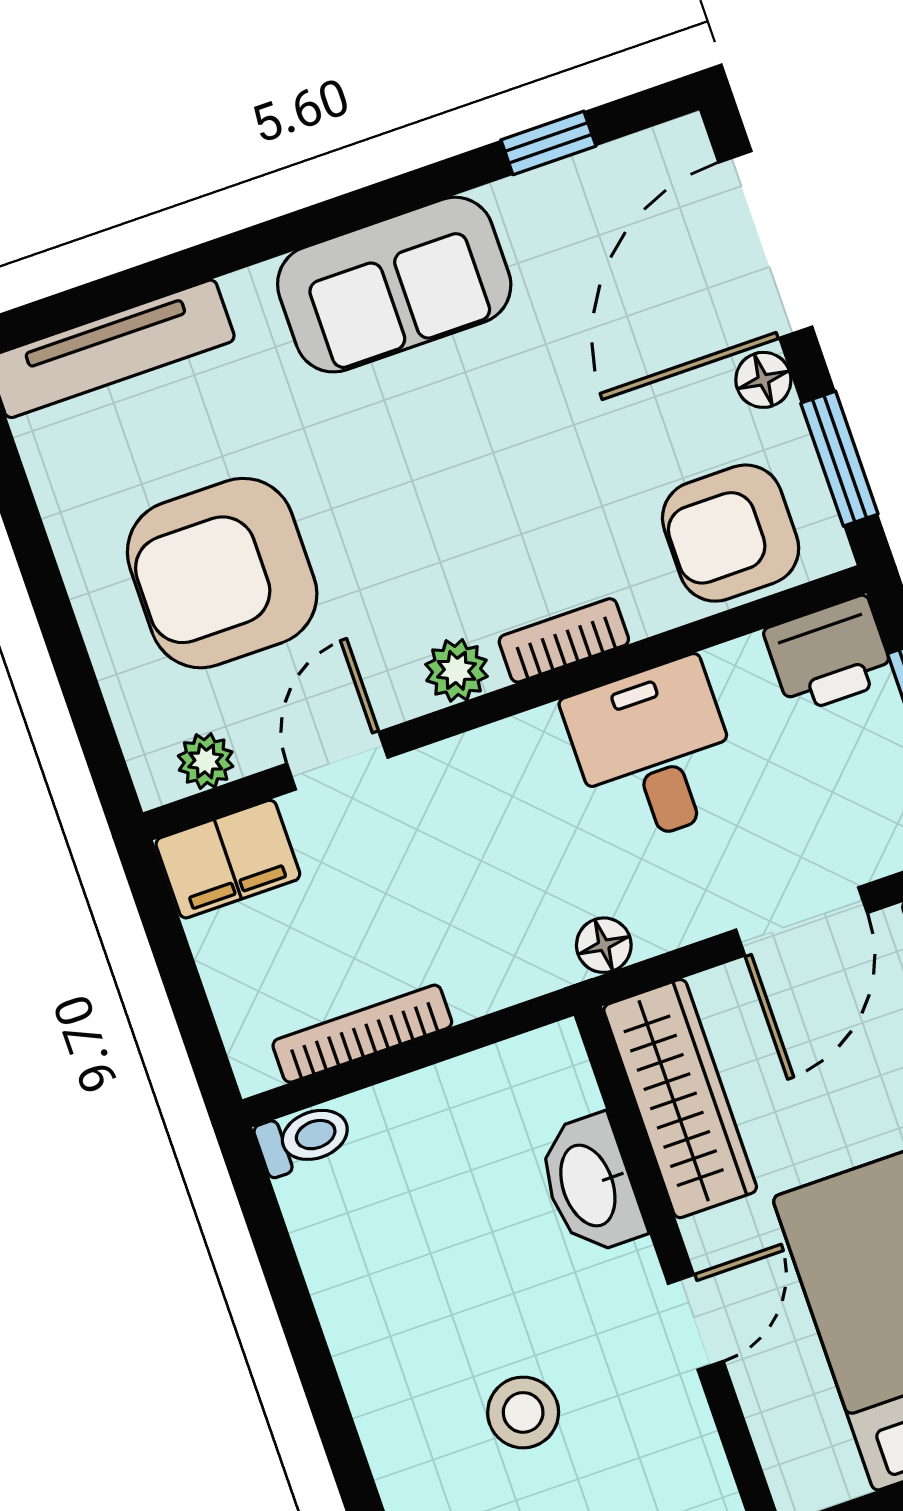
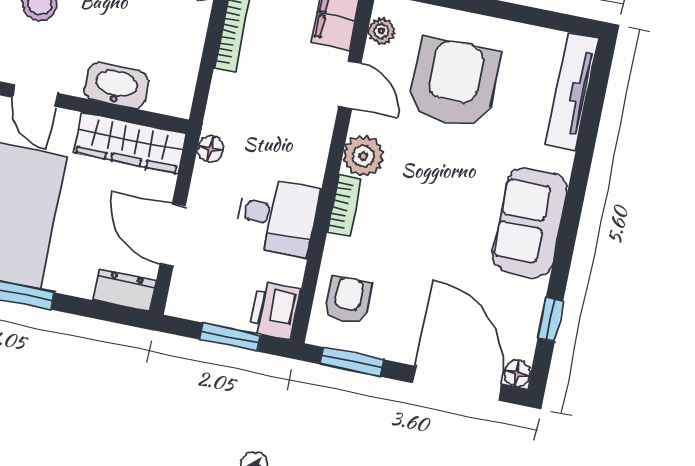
floor lamp: (763, 380) -> (517, 373), moved
armchair: (731, 533) -> (348, 300), width x0.72, depth x0.72
plant: (456, 670) -> (363, 156), width x1.38, depth x1.38

